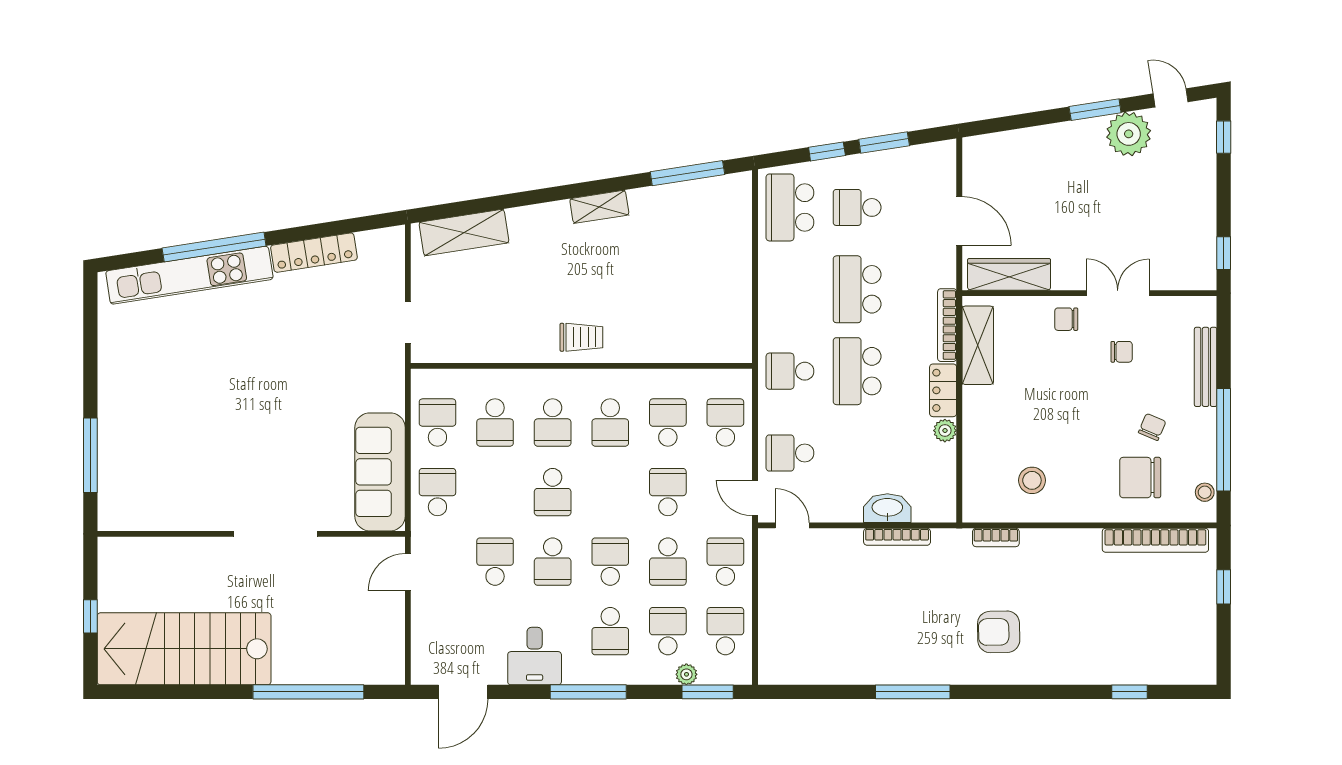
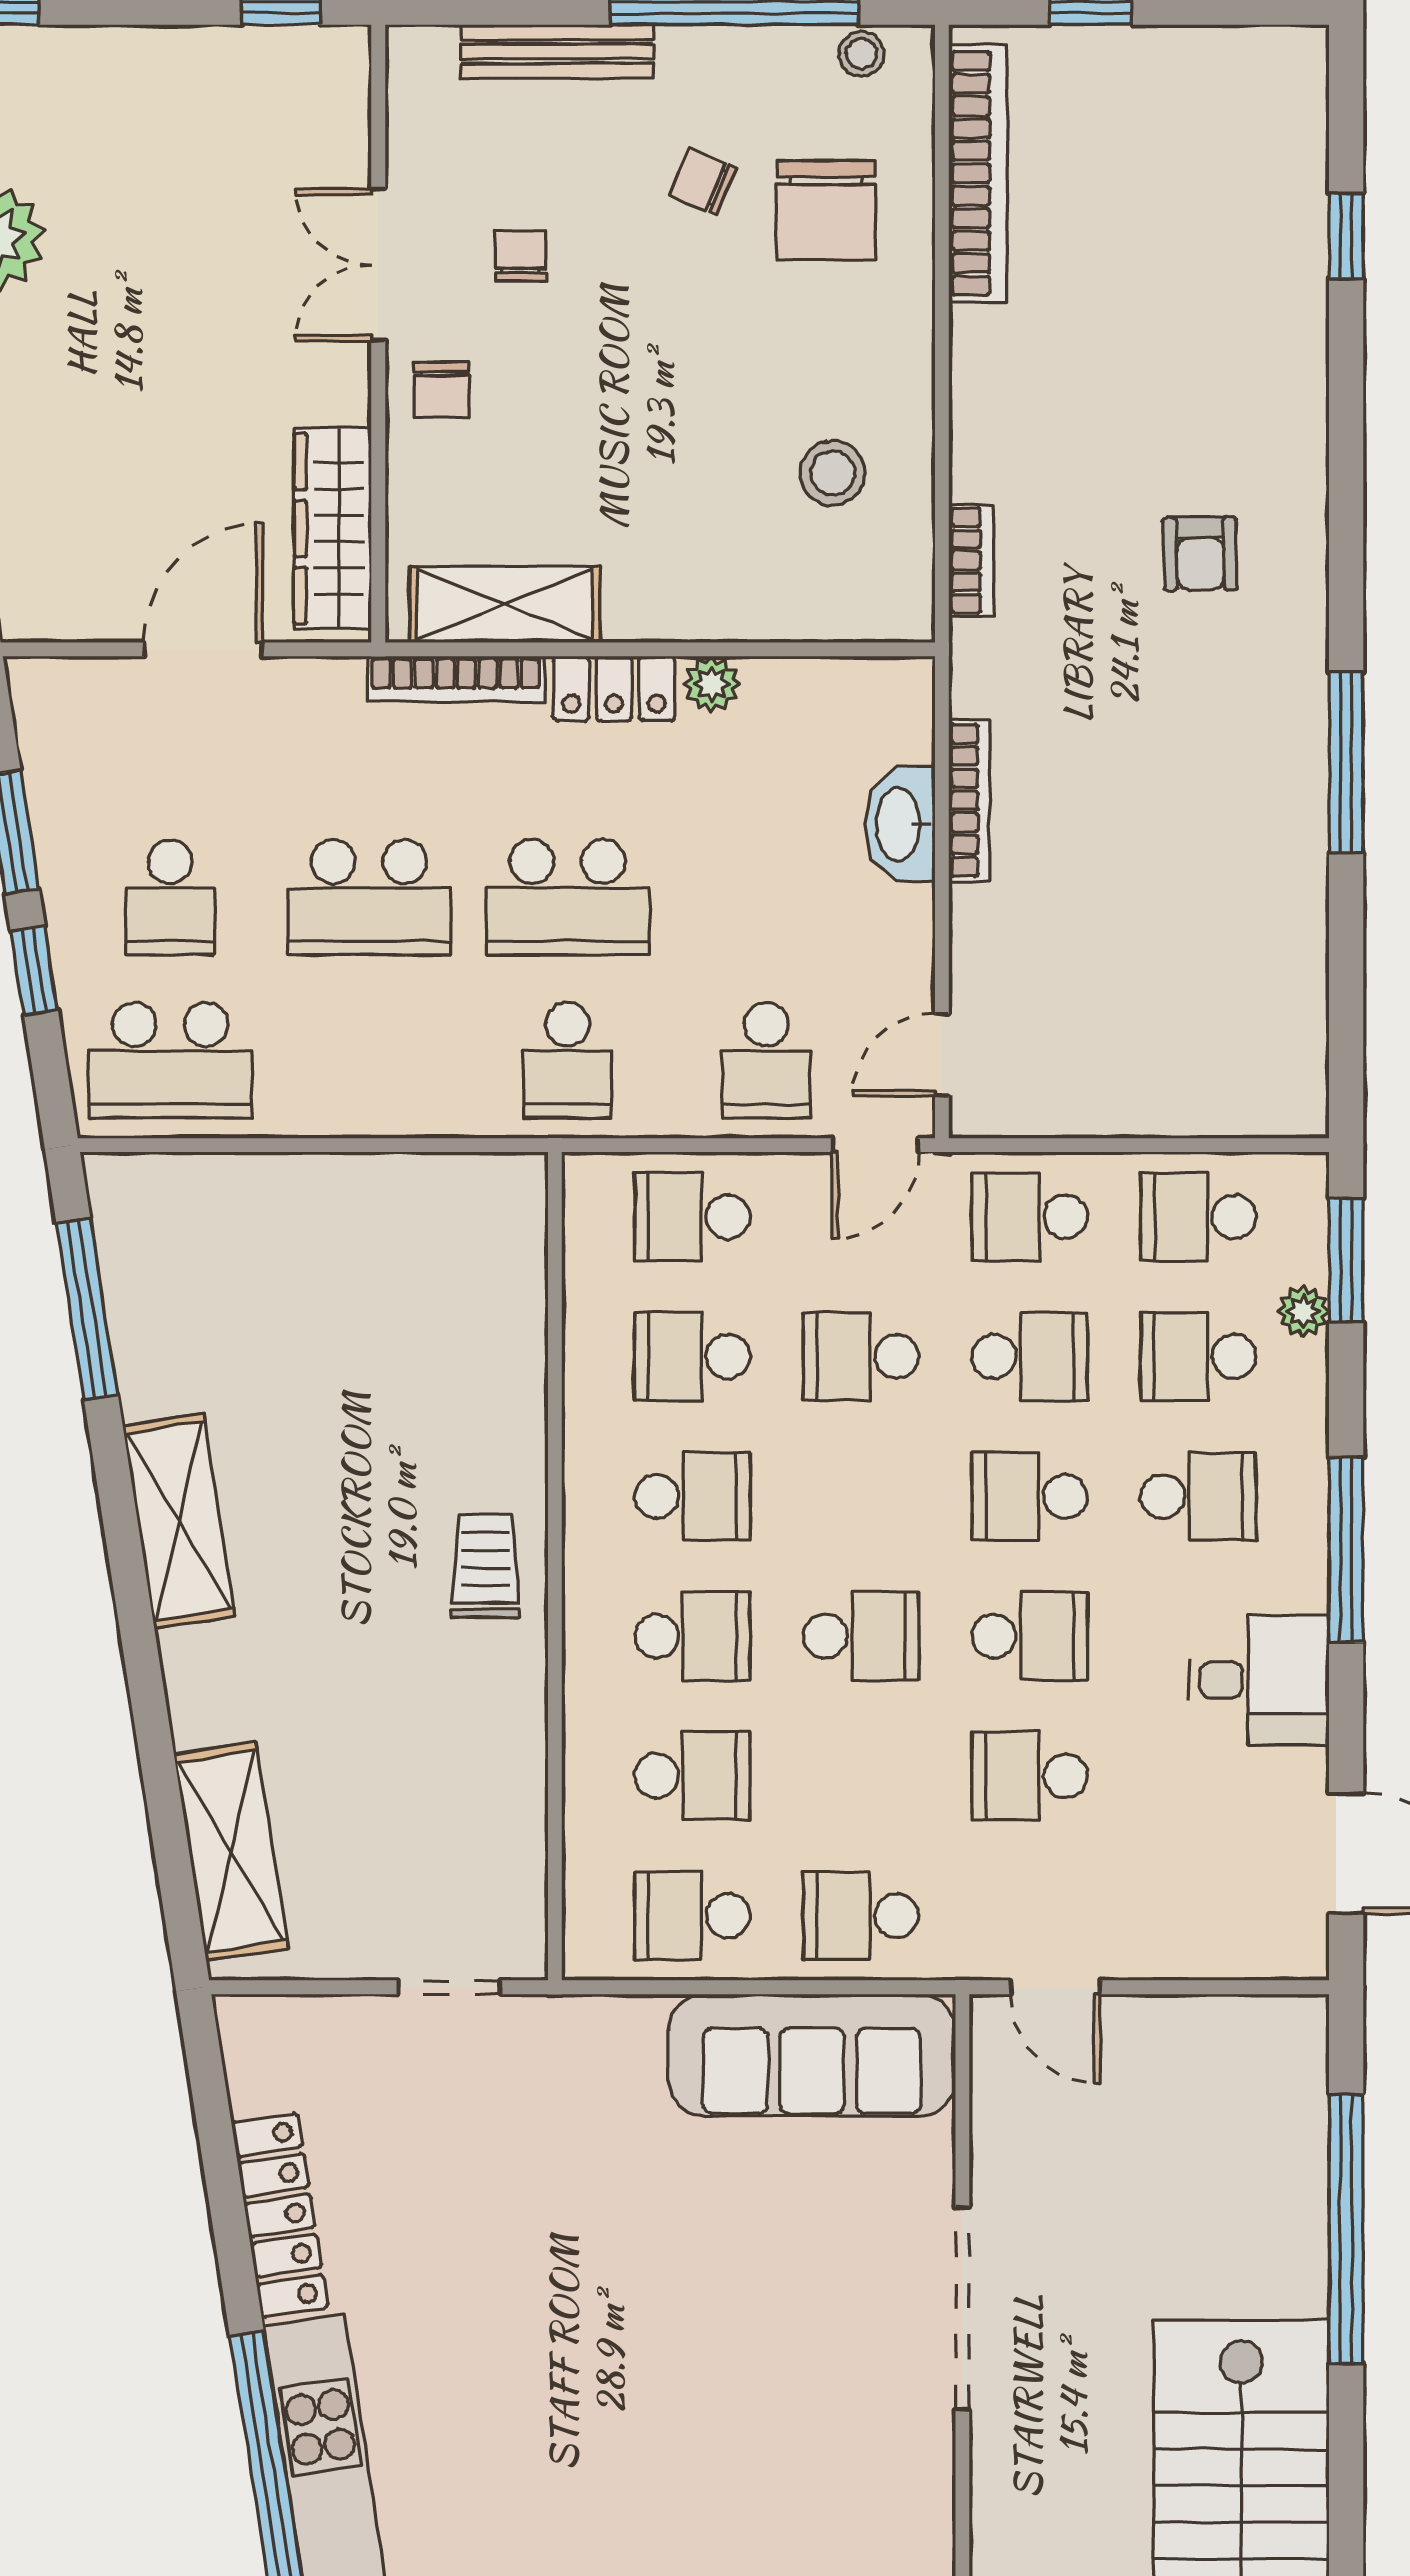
shelving: (599, 207) -> (179, 1521), width x1.50, depth x1.33
armchair: (999, 632) -> (1200, 554), width x0.72, depth x0.72

